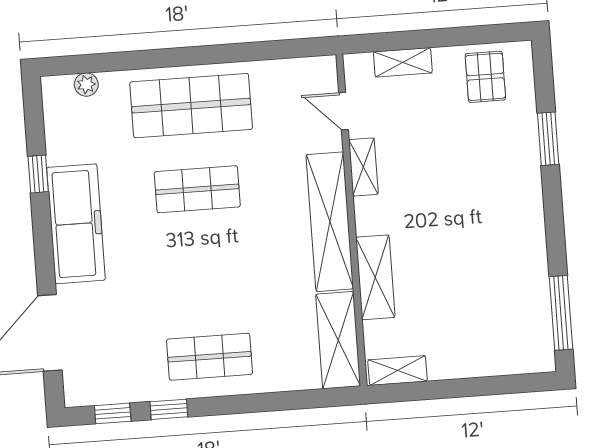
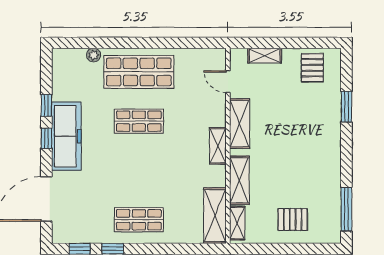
plant: (86, 85) -> (94, 55), moved
shelving: (363, 167) -> (240, 124), width x1.50, depth x1.33
shelving: (330, 222) -> (218, 146), width x0.45, depth x0.75
window: (42, 230) -> (46, 138), added
pallet: (471, 337) -> (293, 220), added
shelving: (397, 371) -> (237, 223), moved, turned 90

